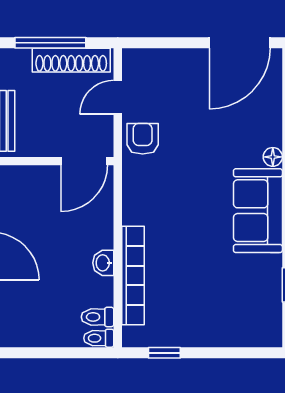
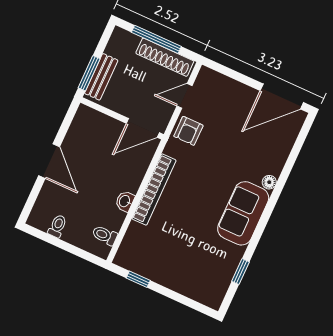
armchair: (143, 139) -> (188, 131), turned 180
bookcase: (133, 276) -> (154, 189), moved
toilet: (99, 338) -> (57, 226), moved, turned 90

